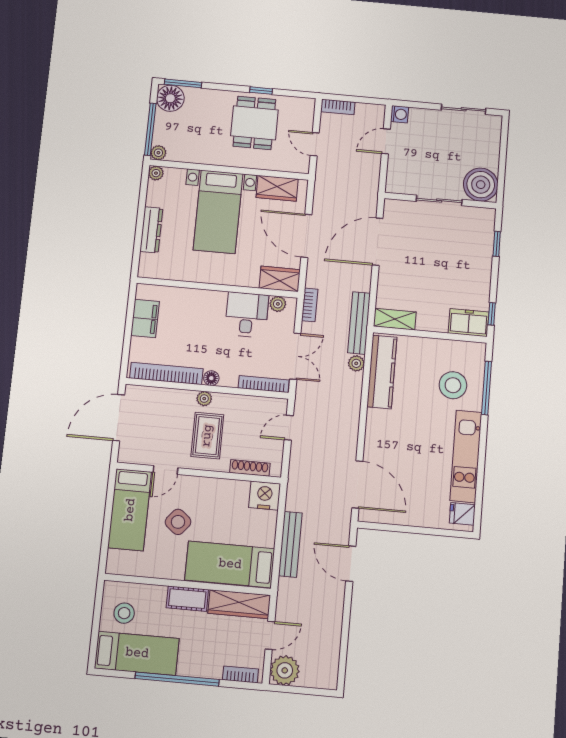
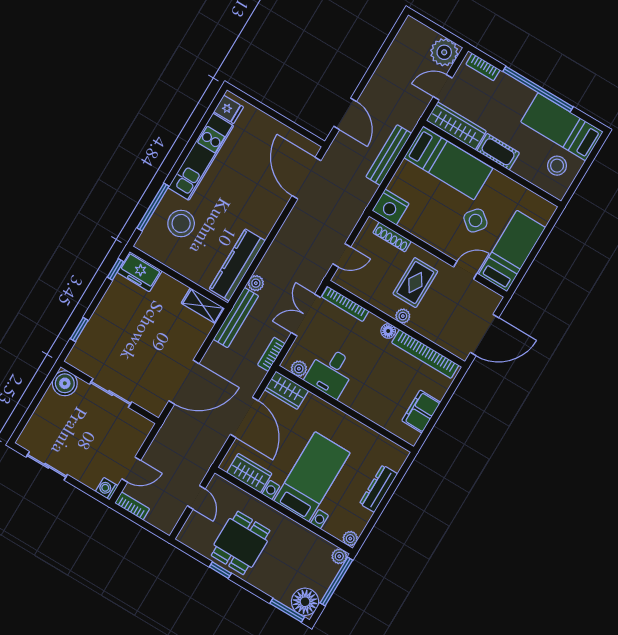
bookcase: (338, 107) -> (132, 506), moved
boiler: (481, 185) -> (65, 383), width x0.73, depth x0.73

